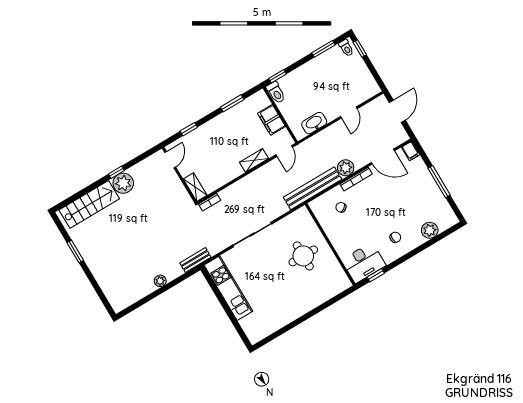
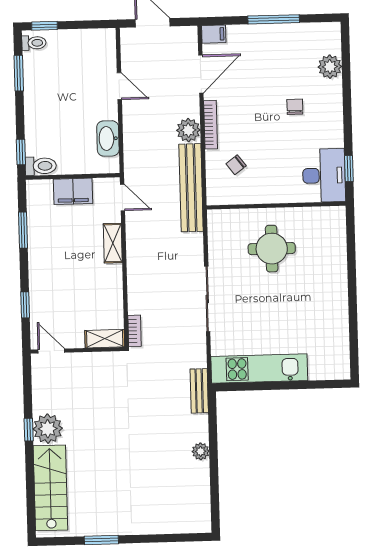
chair: (395, 237) -> (295, 107), moved

